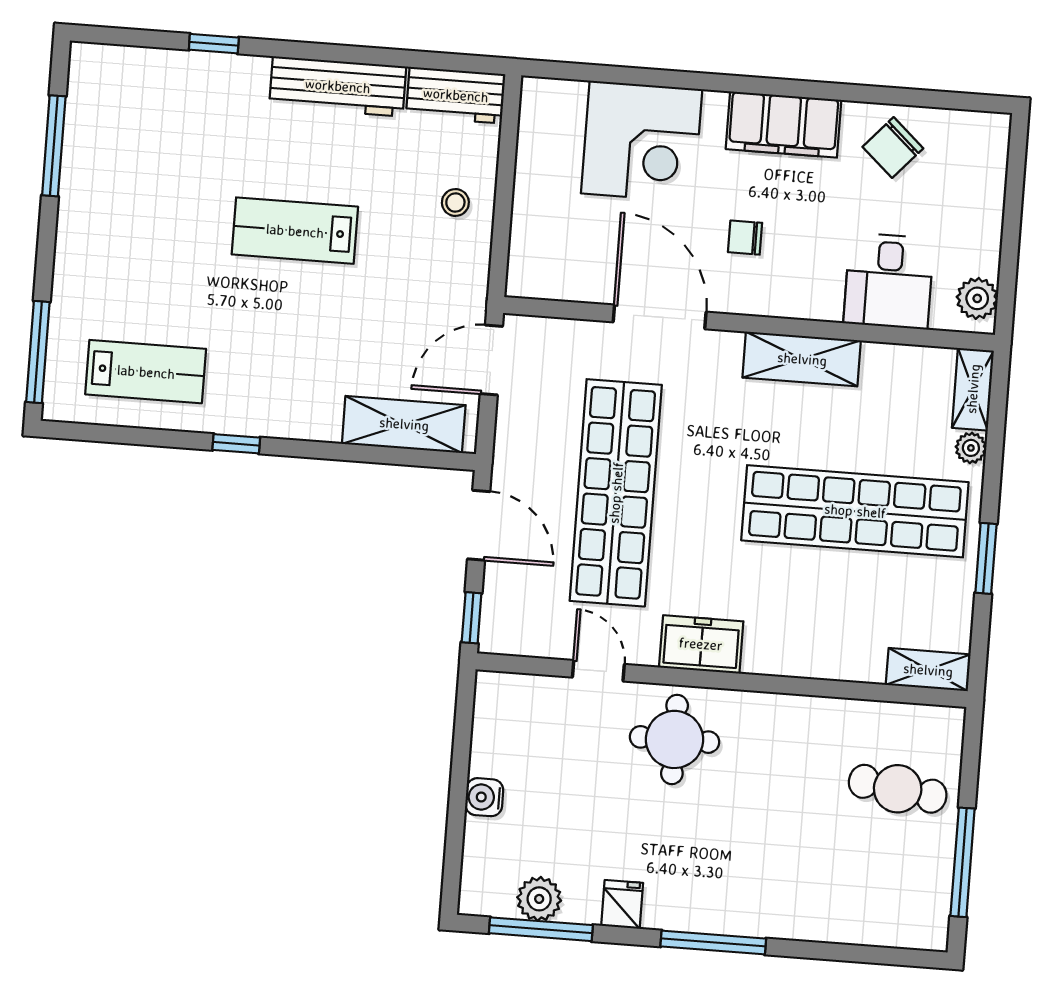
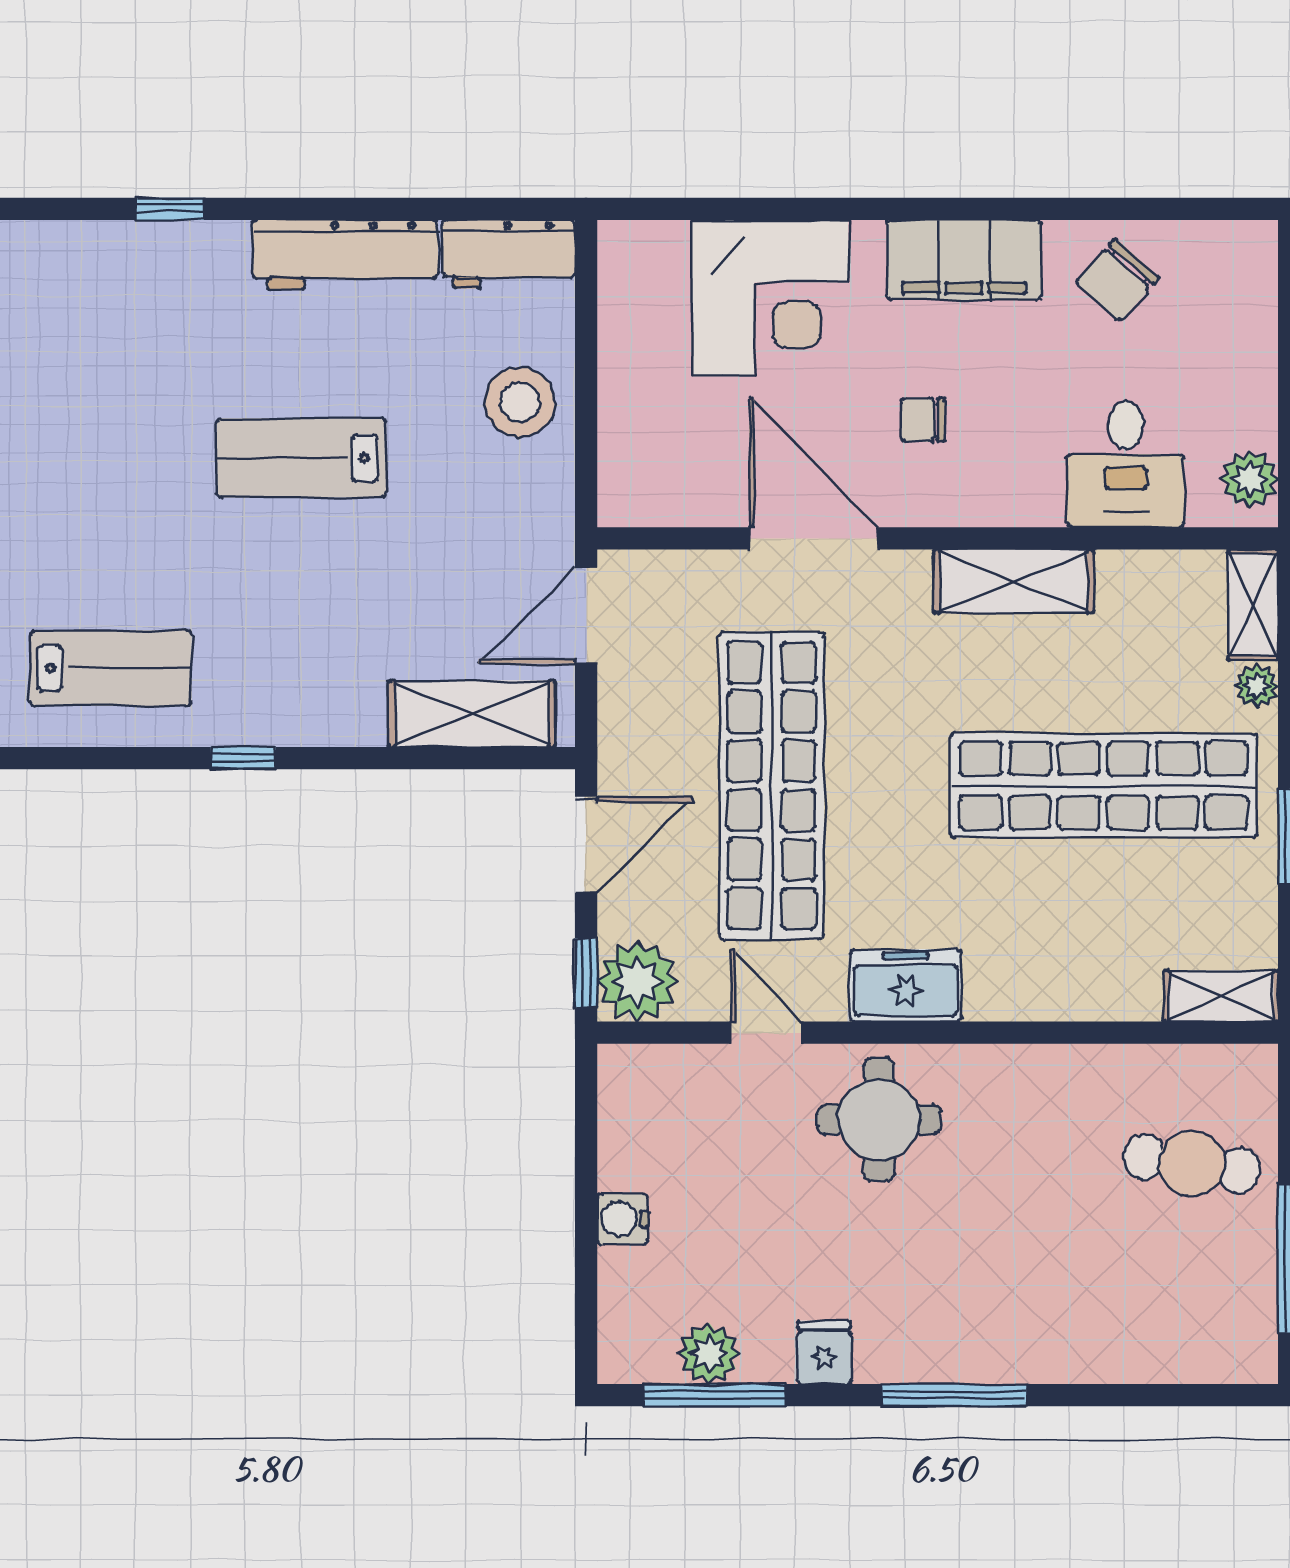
stool: (455, 202) -> (520, 402), width x1.89, depth x1.89
door: (479, 525) -> (586, 845), hinge flipped
plant: (508, 627) -> (637, 981), added

